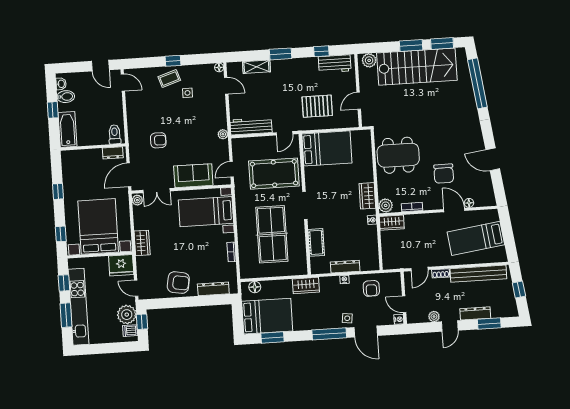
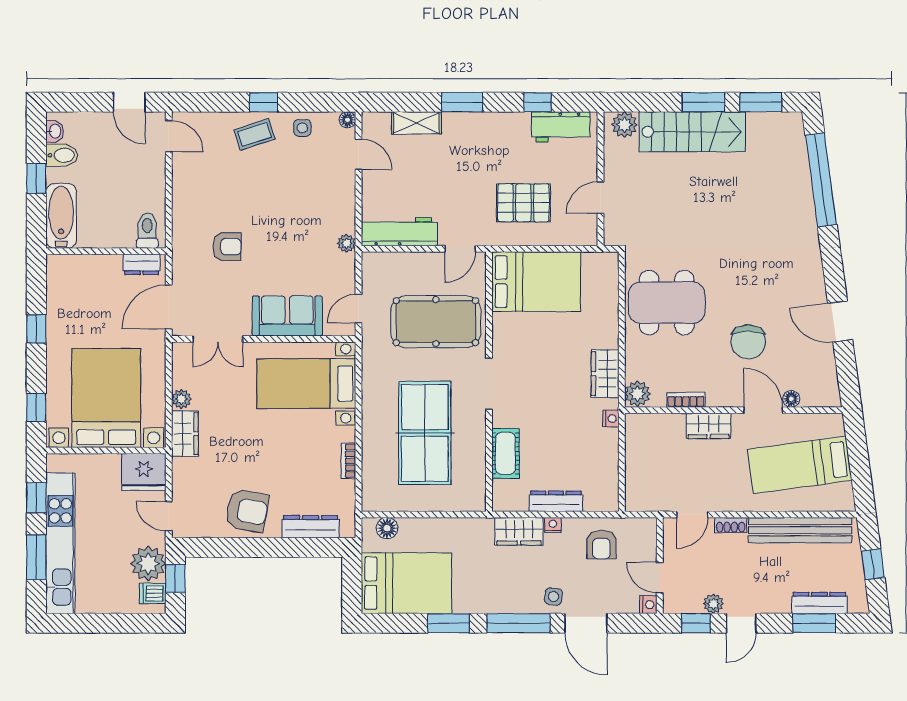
stairs: (417, 67) -> (692, 132), width x0.73, depth x0.66
side table: (187, 93) -> (302, 128), moved
plant: (137, 200) -> (181, 399), moved
wardrobe: (392, 223) -> (709, 426), moved
wardrobe: (306, 285) -> (519, 531), moved
dresser: (475, 313) -> (819, 603), moved
window: (425, 328) -> (696, 623), added
window: (273, 338) -> (449, 623), moved

